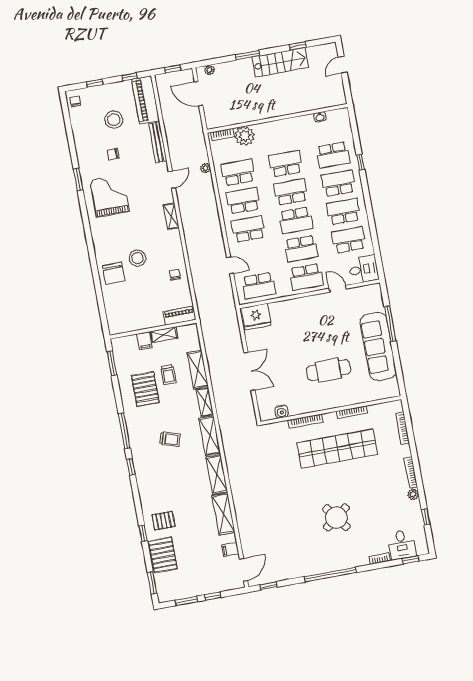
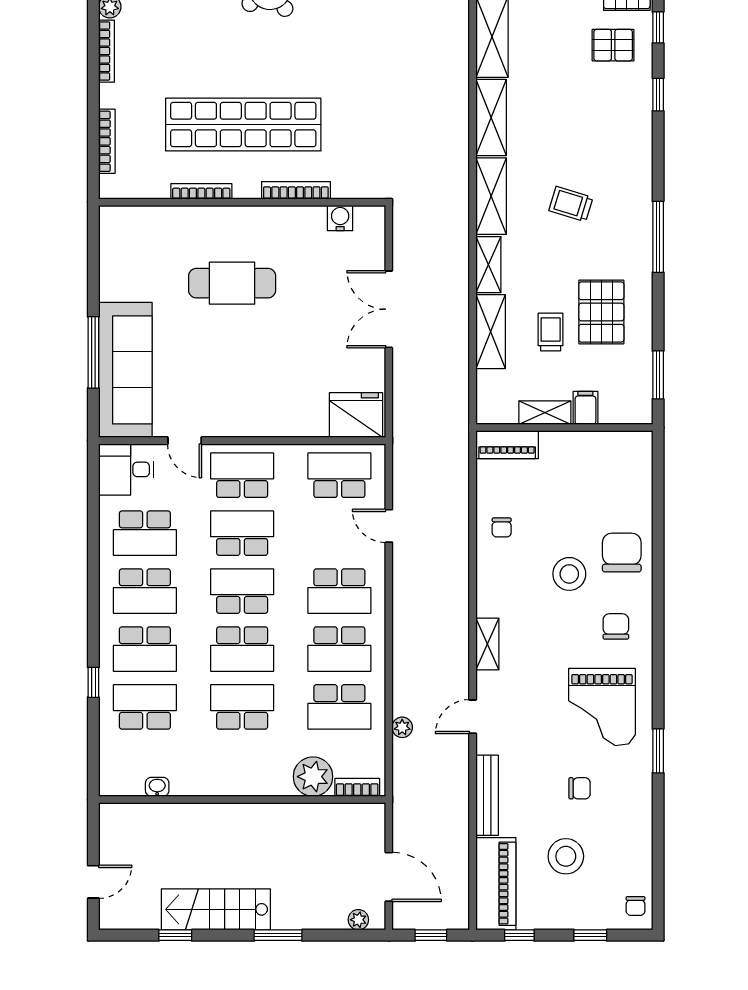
school desk: (286, 164) -> (242, 707), turned 180
chair: (110, 237) -> (616, 626), added
sofa: (378, 346) -> (125, 370), moved
window: (131, 467) -> (658, 95), moved

